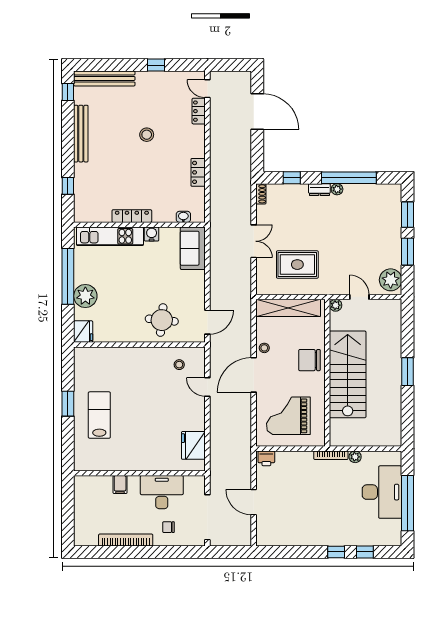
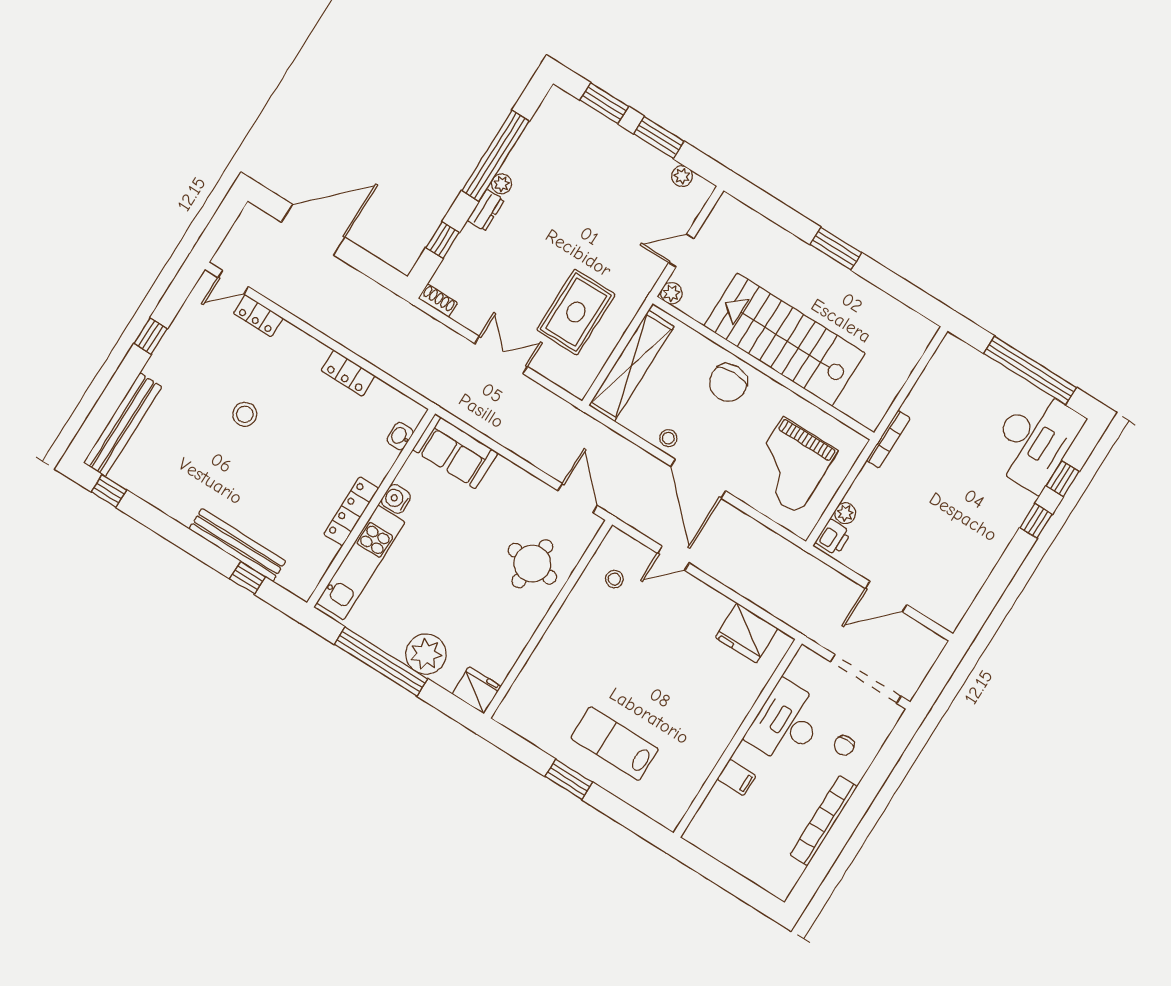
bench: (81, 134) -> (237, 545), moved
plant: (391, 280) -> (682, 176), width x0.53, depth x0.53
plant: (355, 457) -> (845, 513), moved
desk: (382, 492) -> (1035, 440), moved, turned 90

